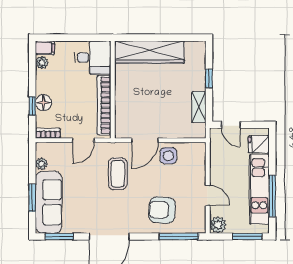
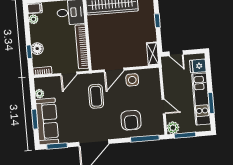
shelving: (199, 107) -> (153, 54), moved
window: (272, 196) -> (211, 103), width x0.69
armchair: (162, 210) -> (131, 120), turned -94
window: (247, 236) -> (185, 135), moved

